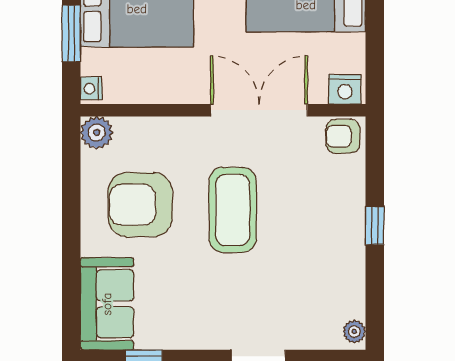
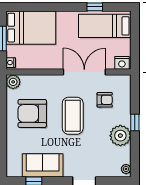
armchair: (343, 136) -> (105, 100), moved, turned 180
plant: (341, 255) -> (120, 136), added
sofa: (107, 304) -> (43, 165), moved, turned -90

